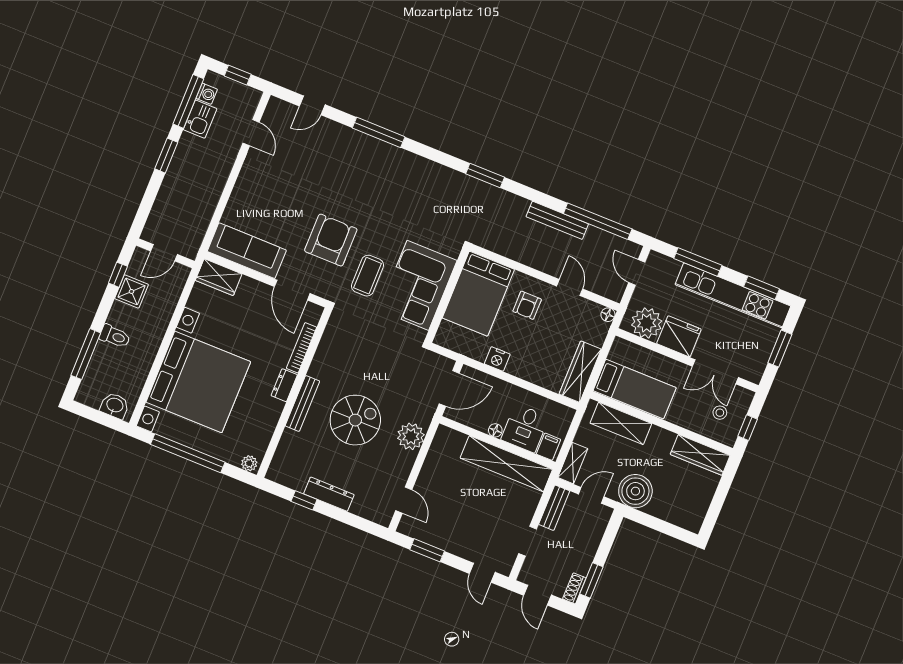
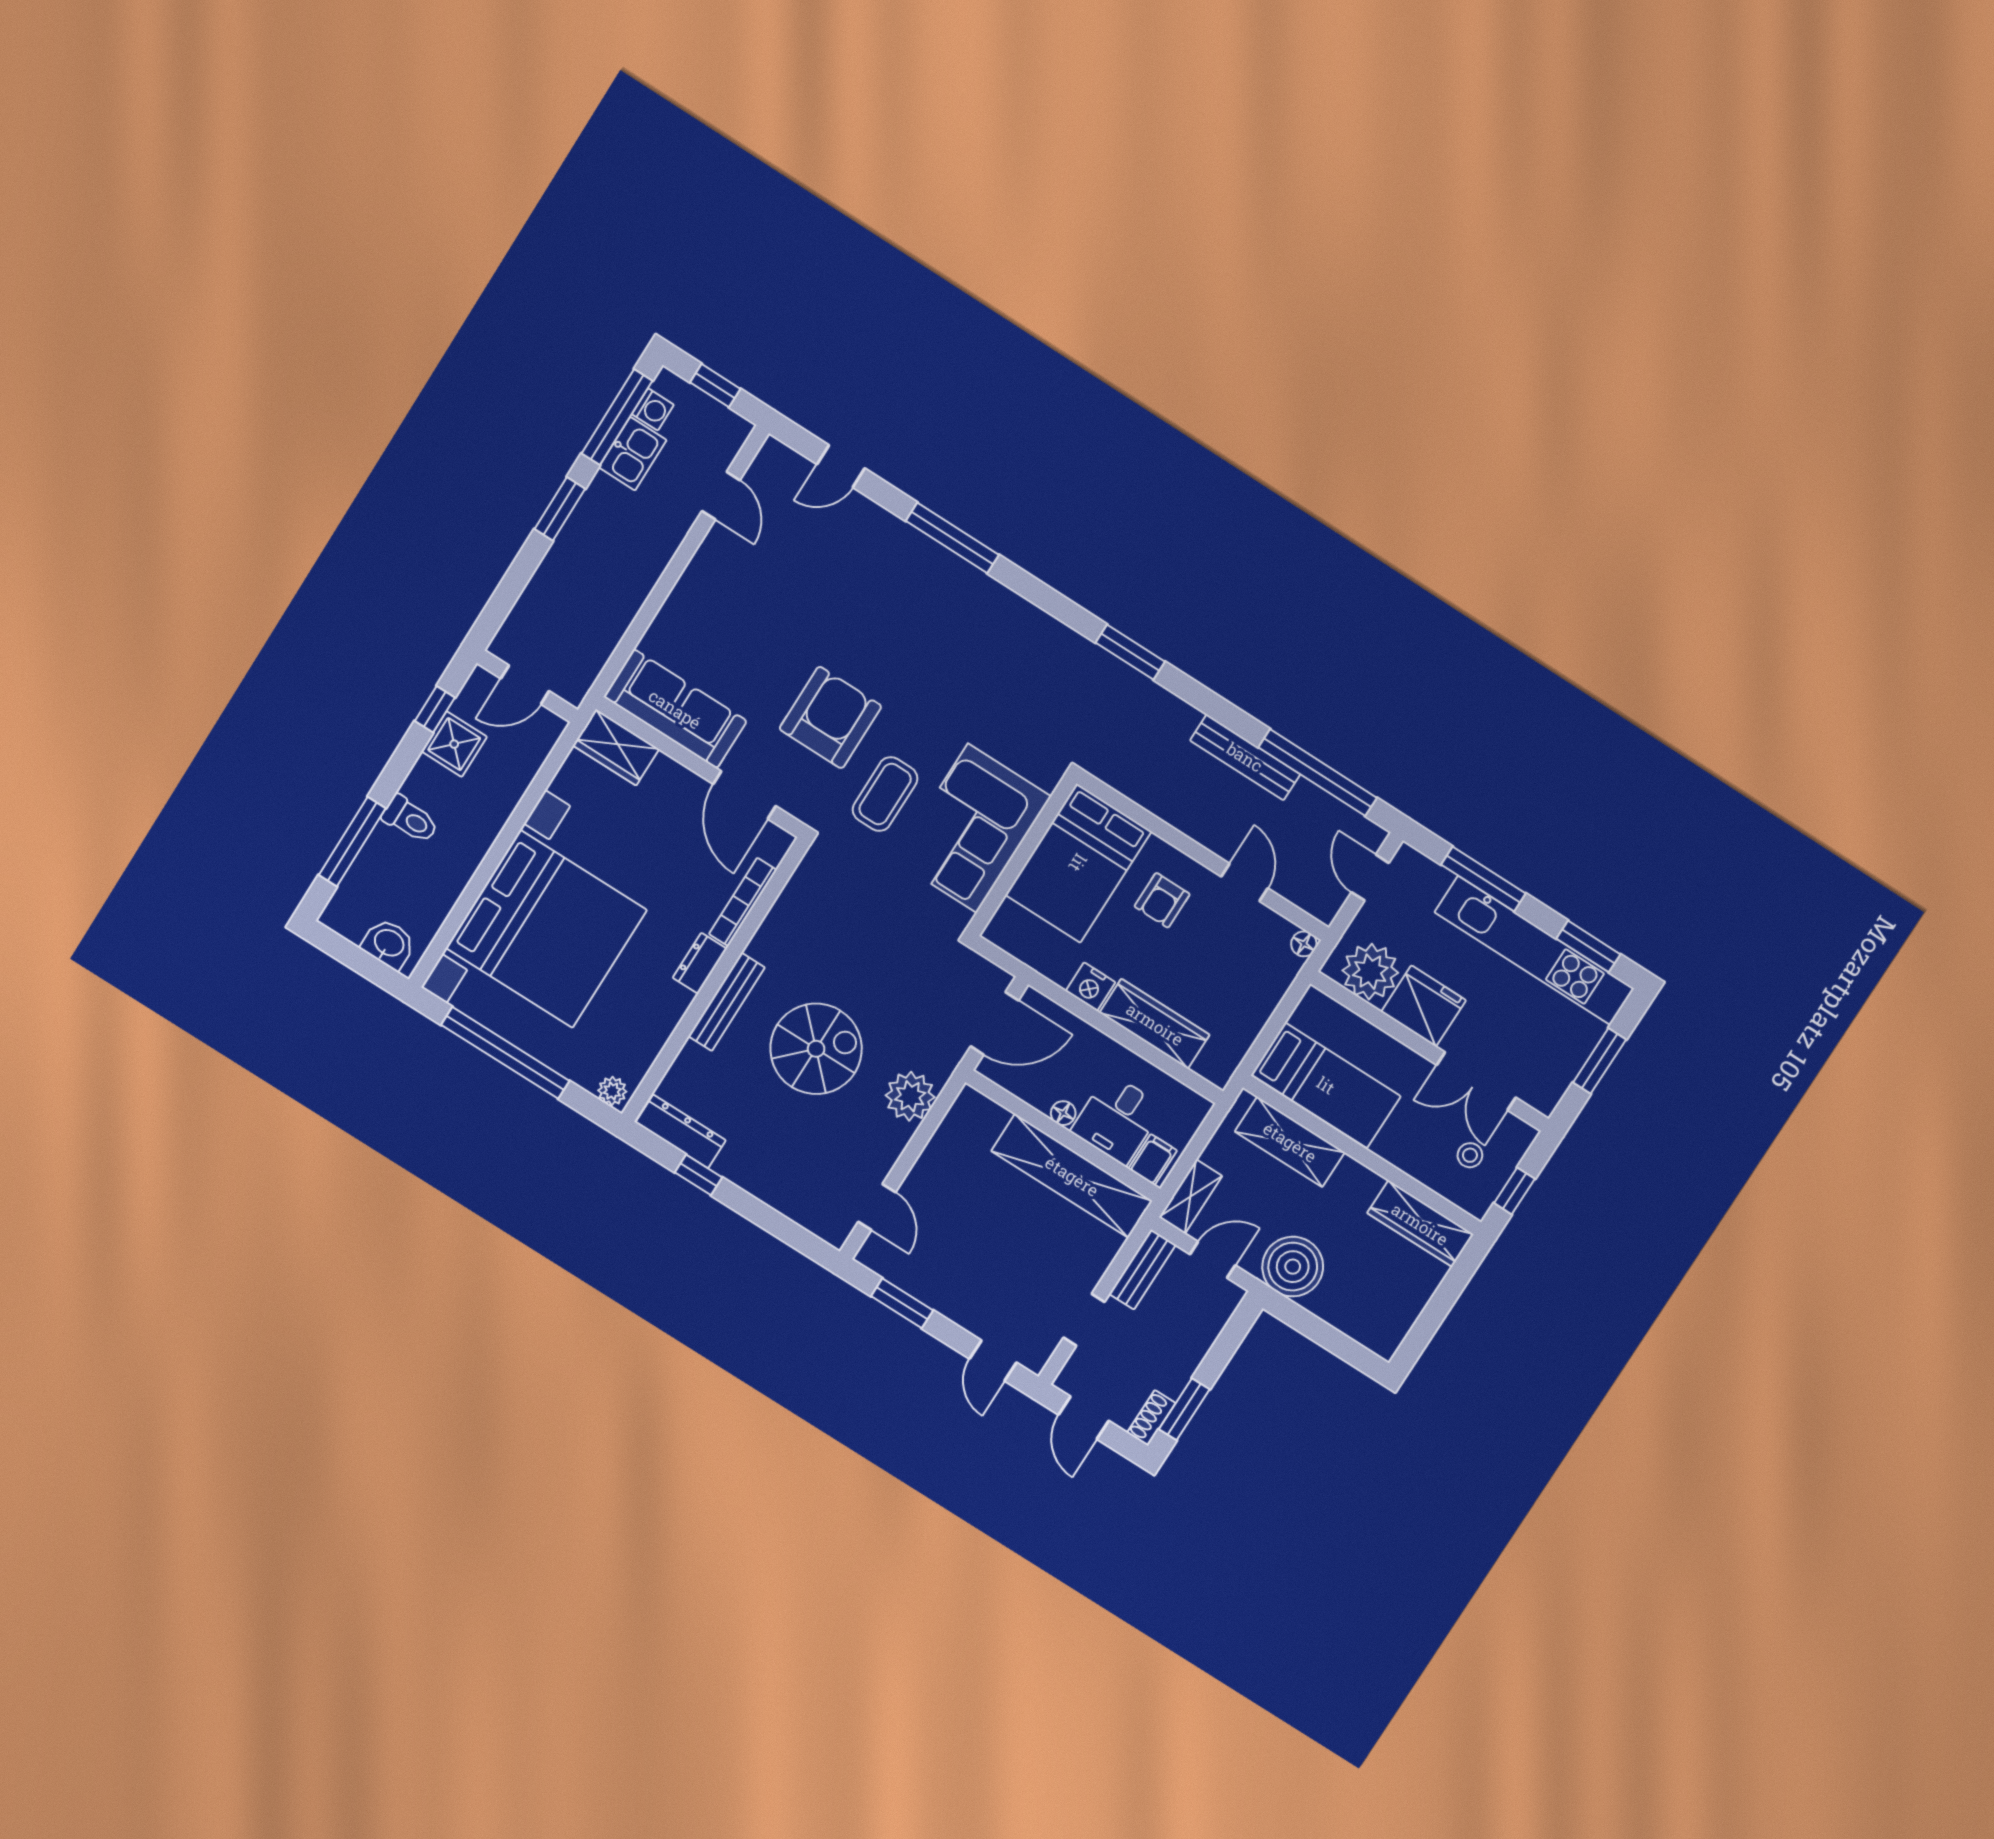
wardrobe: (580, 372) -> (1155, 1024), moved, turned 90
dresser: (329, 494) -> (681, 1131), moved

